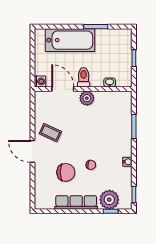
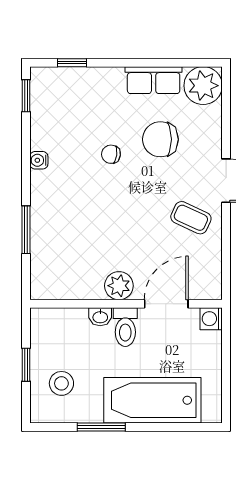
stool: (116, 49) -> (61, 383), added
washbasin: (110, 82) -> (100, 317), moved
door: (63, 89) -> (166, 304), swing flipped
plant: (109, 200) -> (203, 86), moved
row of seats: (76, 202) -> (154, 80), width x0.68

